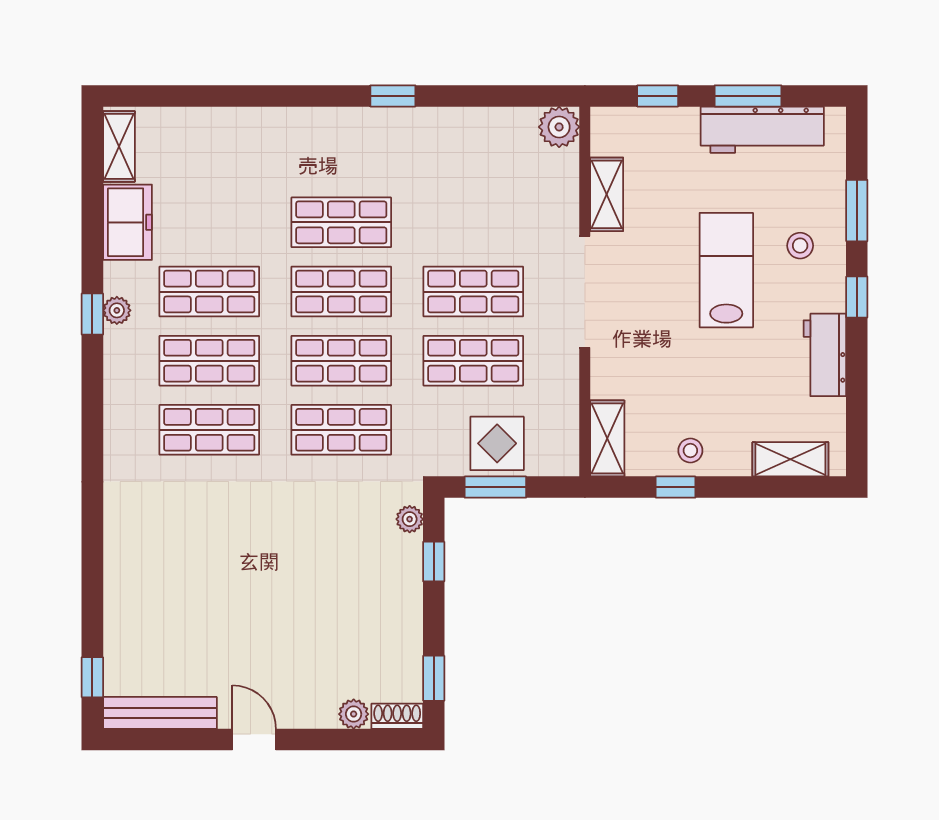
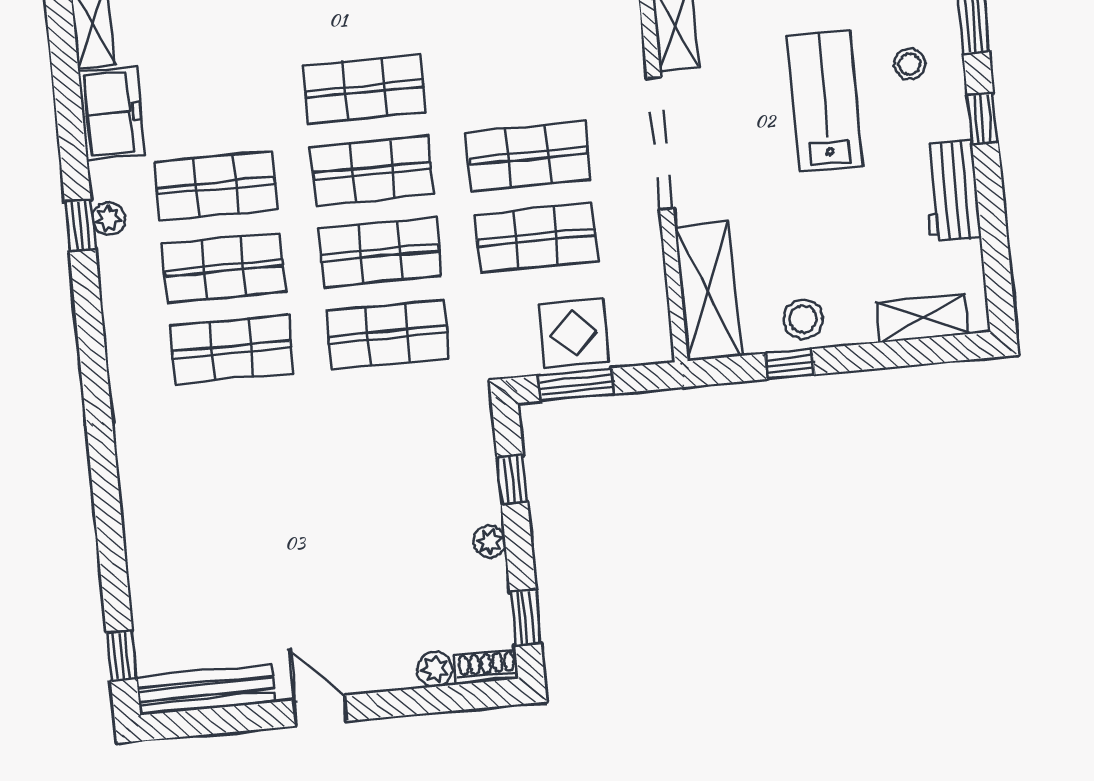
shelving: (607, 438) -> (708, 291), width x1.50, depth x1.33
stool: (690, 450) -> (803, 319), width x1.37, depth x1.37
plant: (410, 519) -> (489, 542), moved

